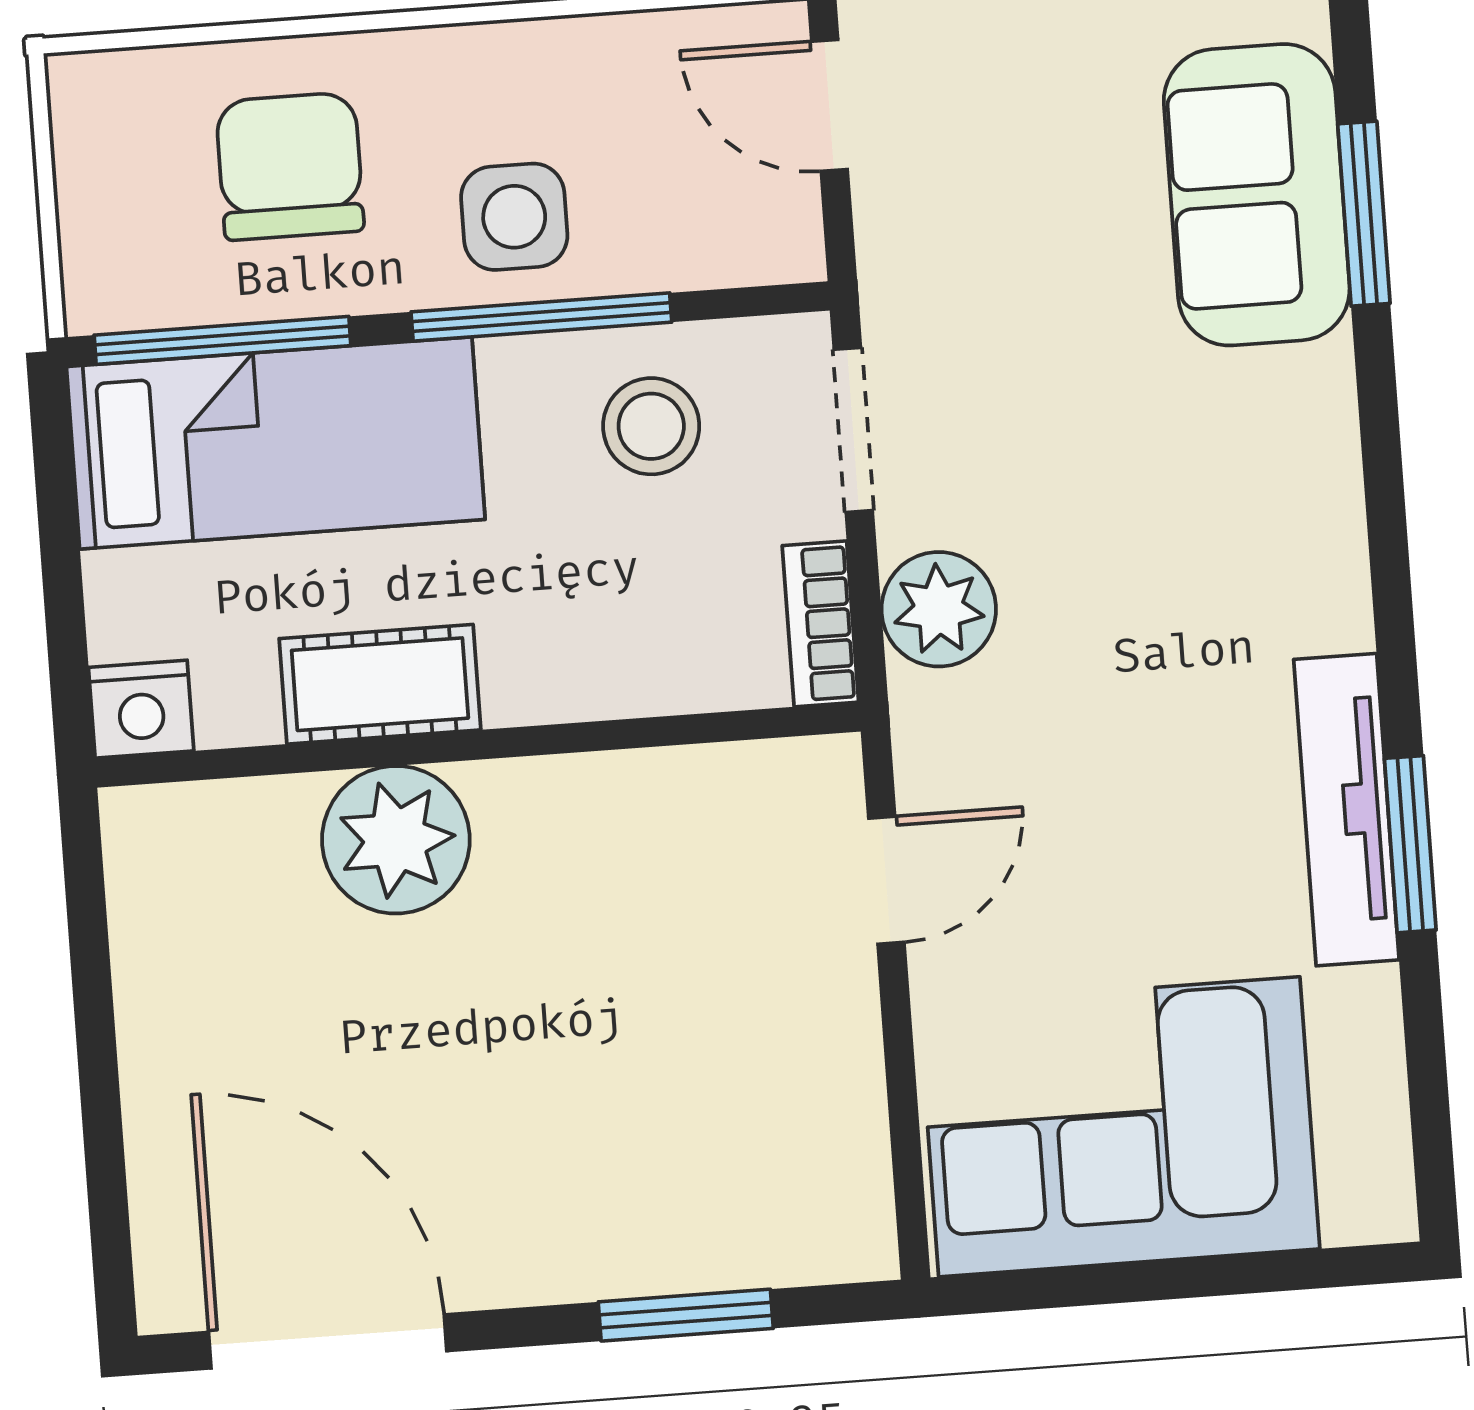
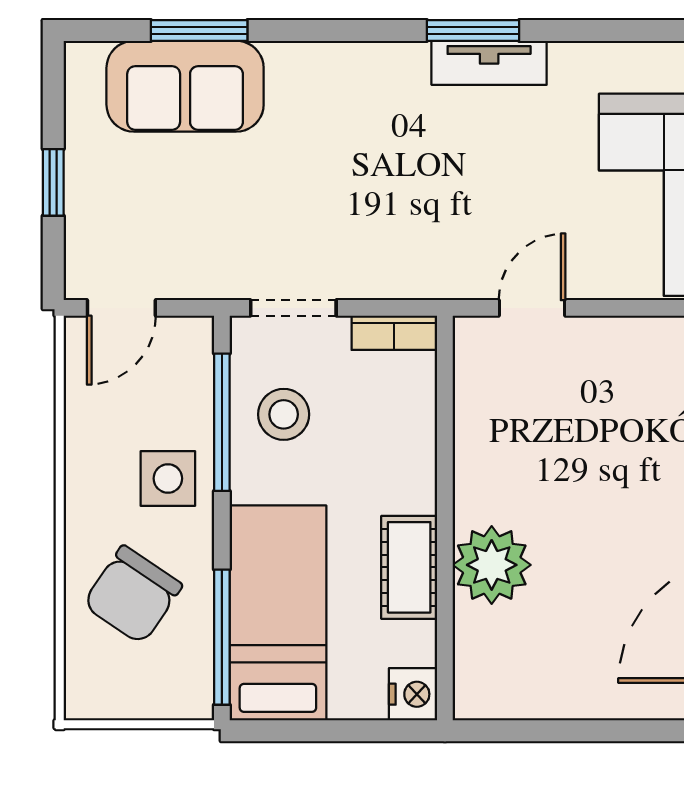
chair: (290, 166) -> (133, 595), turned -56
window: (541, 317) -> (222, 422), moved
plant: (939, 609) -> (391, 270), removed
tv unit: (1346, 810) -> (489, 63), width x0.71
window: (1410, 844) -> (473, 30), moved
door: (886, 880) -> (532, 308), hinge flipped

